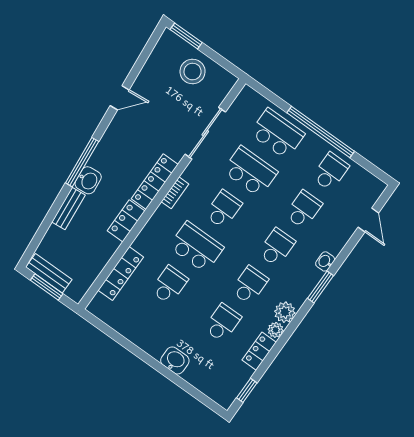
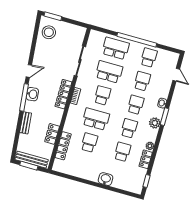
stool: (193, 72) -> (49, 32), moved
door: (120, 98) -> (29, 71), moved
washbasin: (88, 180) -> (32, 94), moved
locker: (126, 221) -> (52, 134), moved
bench: (49, 273) -> (32, 160), width x1.36
plant: (285, 312) -> (155, 123), moved

